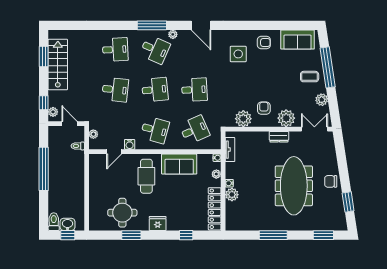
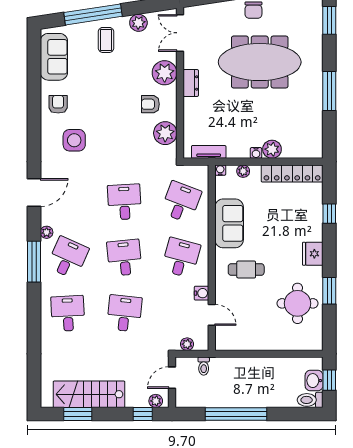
desk: (194, 130) -> (181, 202), turned 45
cafe table: (146, 176) -> (246, 270), width x0.73, depth x0.74

